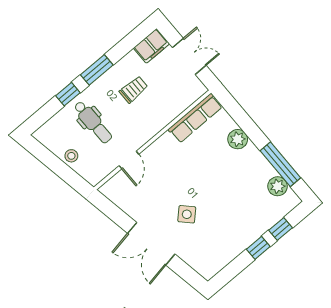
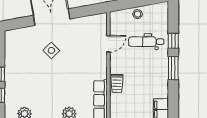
trolley: (134, 89) -> (117, 83), moved
door: (129, 160) -> (108, 44), swing flipped

